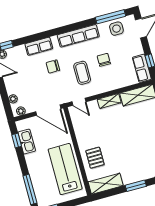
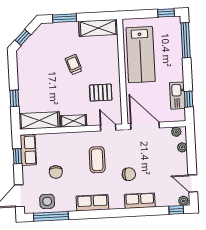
row of seats: (78, 36) -> (92, 203), width x0.68
chair: (104, 60) -> (56, 172), moved
trolley: (119, 148) -> (74, 65), added
pallet: (95, 158) -> (101, 93), moved, turned 90

